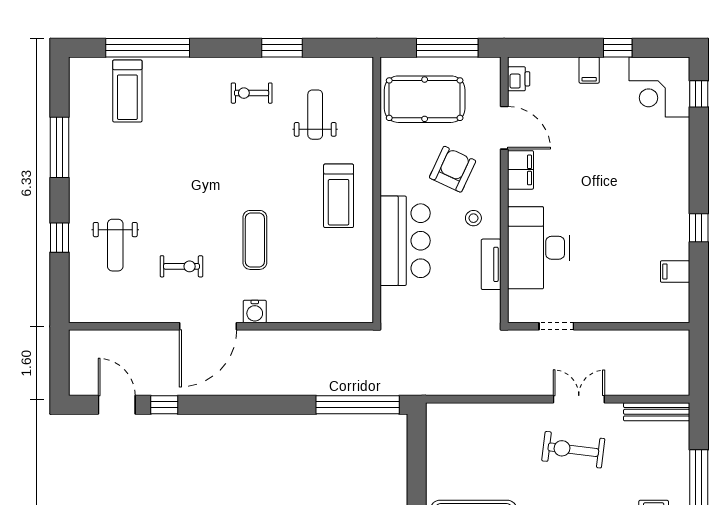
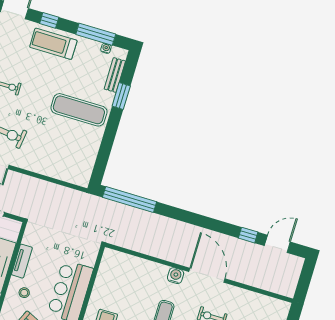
door: (208, 326) -> (207, 275), hinge flipped
door: (117, 405) -> (277, 244), swing flipped

